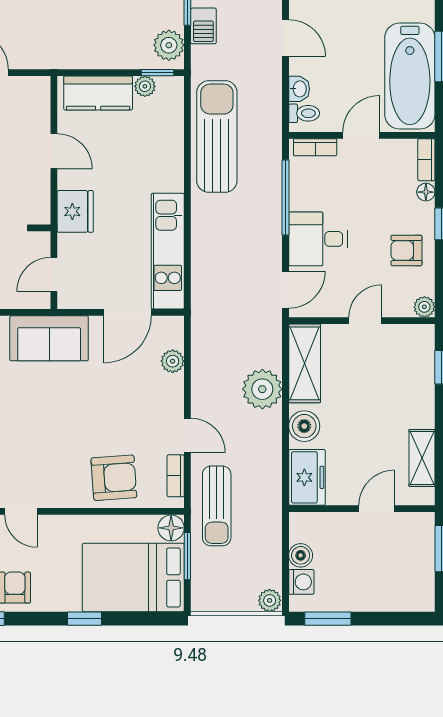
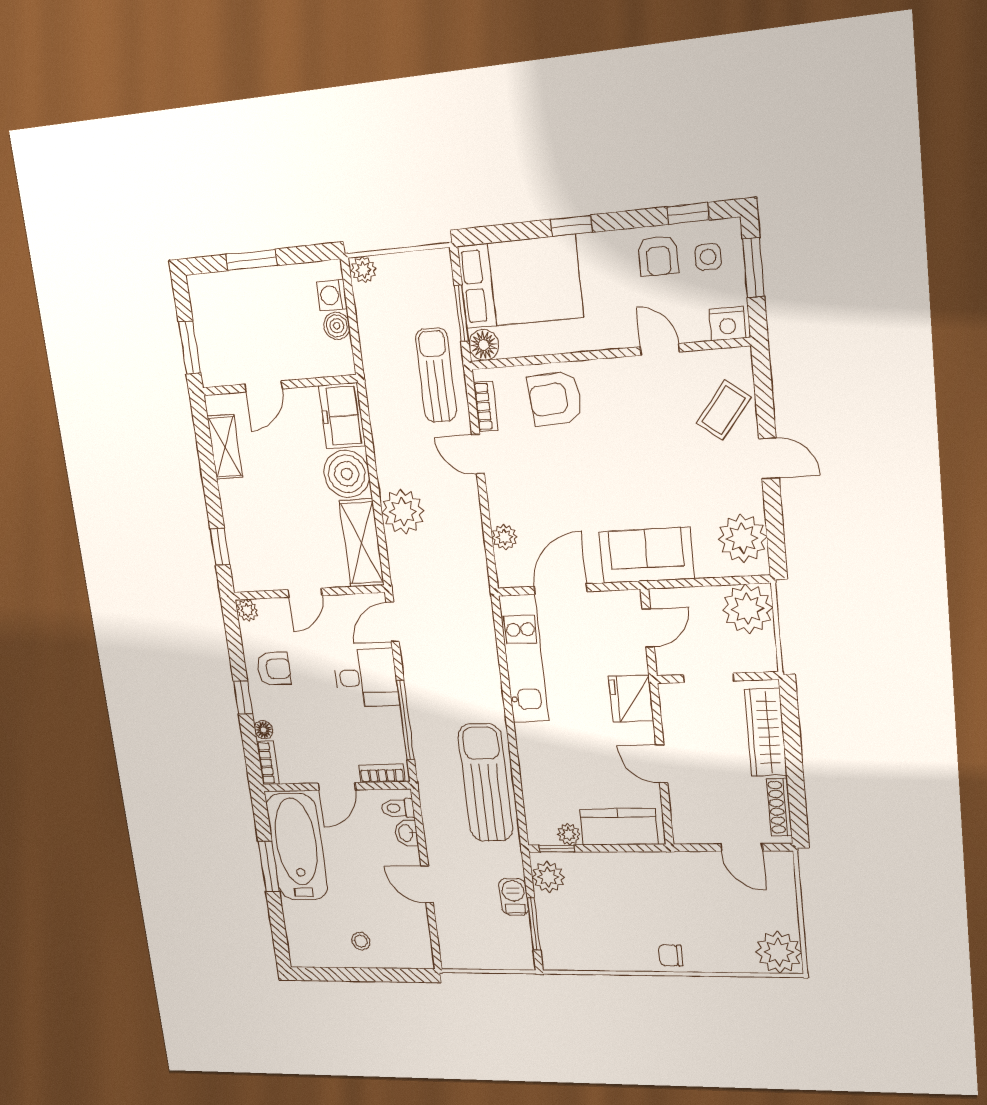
sun lounger: (217, 136) -> (486, 783), turned 180
boiler: (304, 426) -> (347, 474), width x1.37, depth x1.37
window: (328, 619) -> (252, 260), moved

